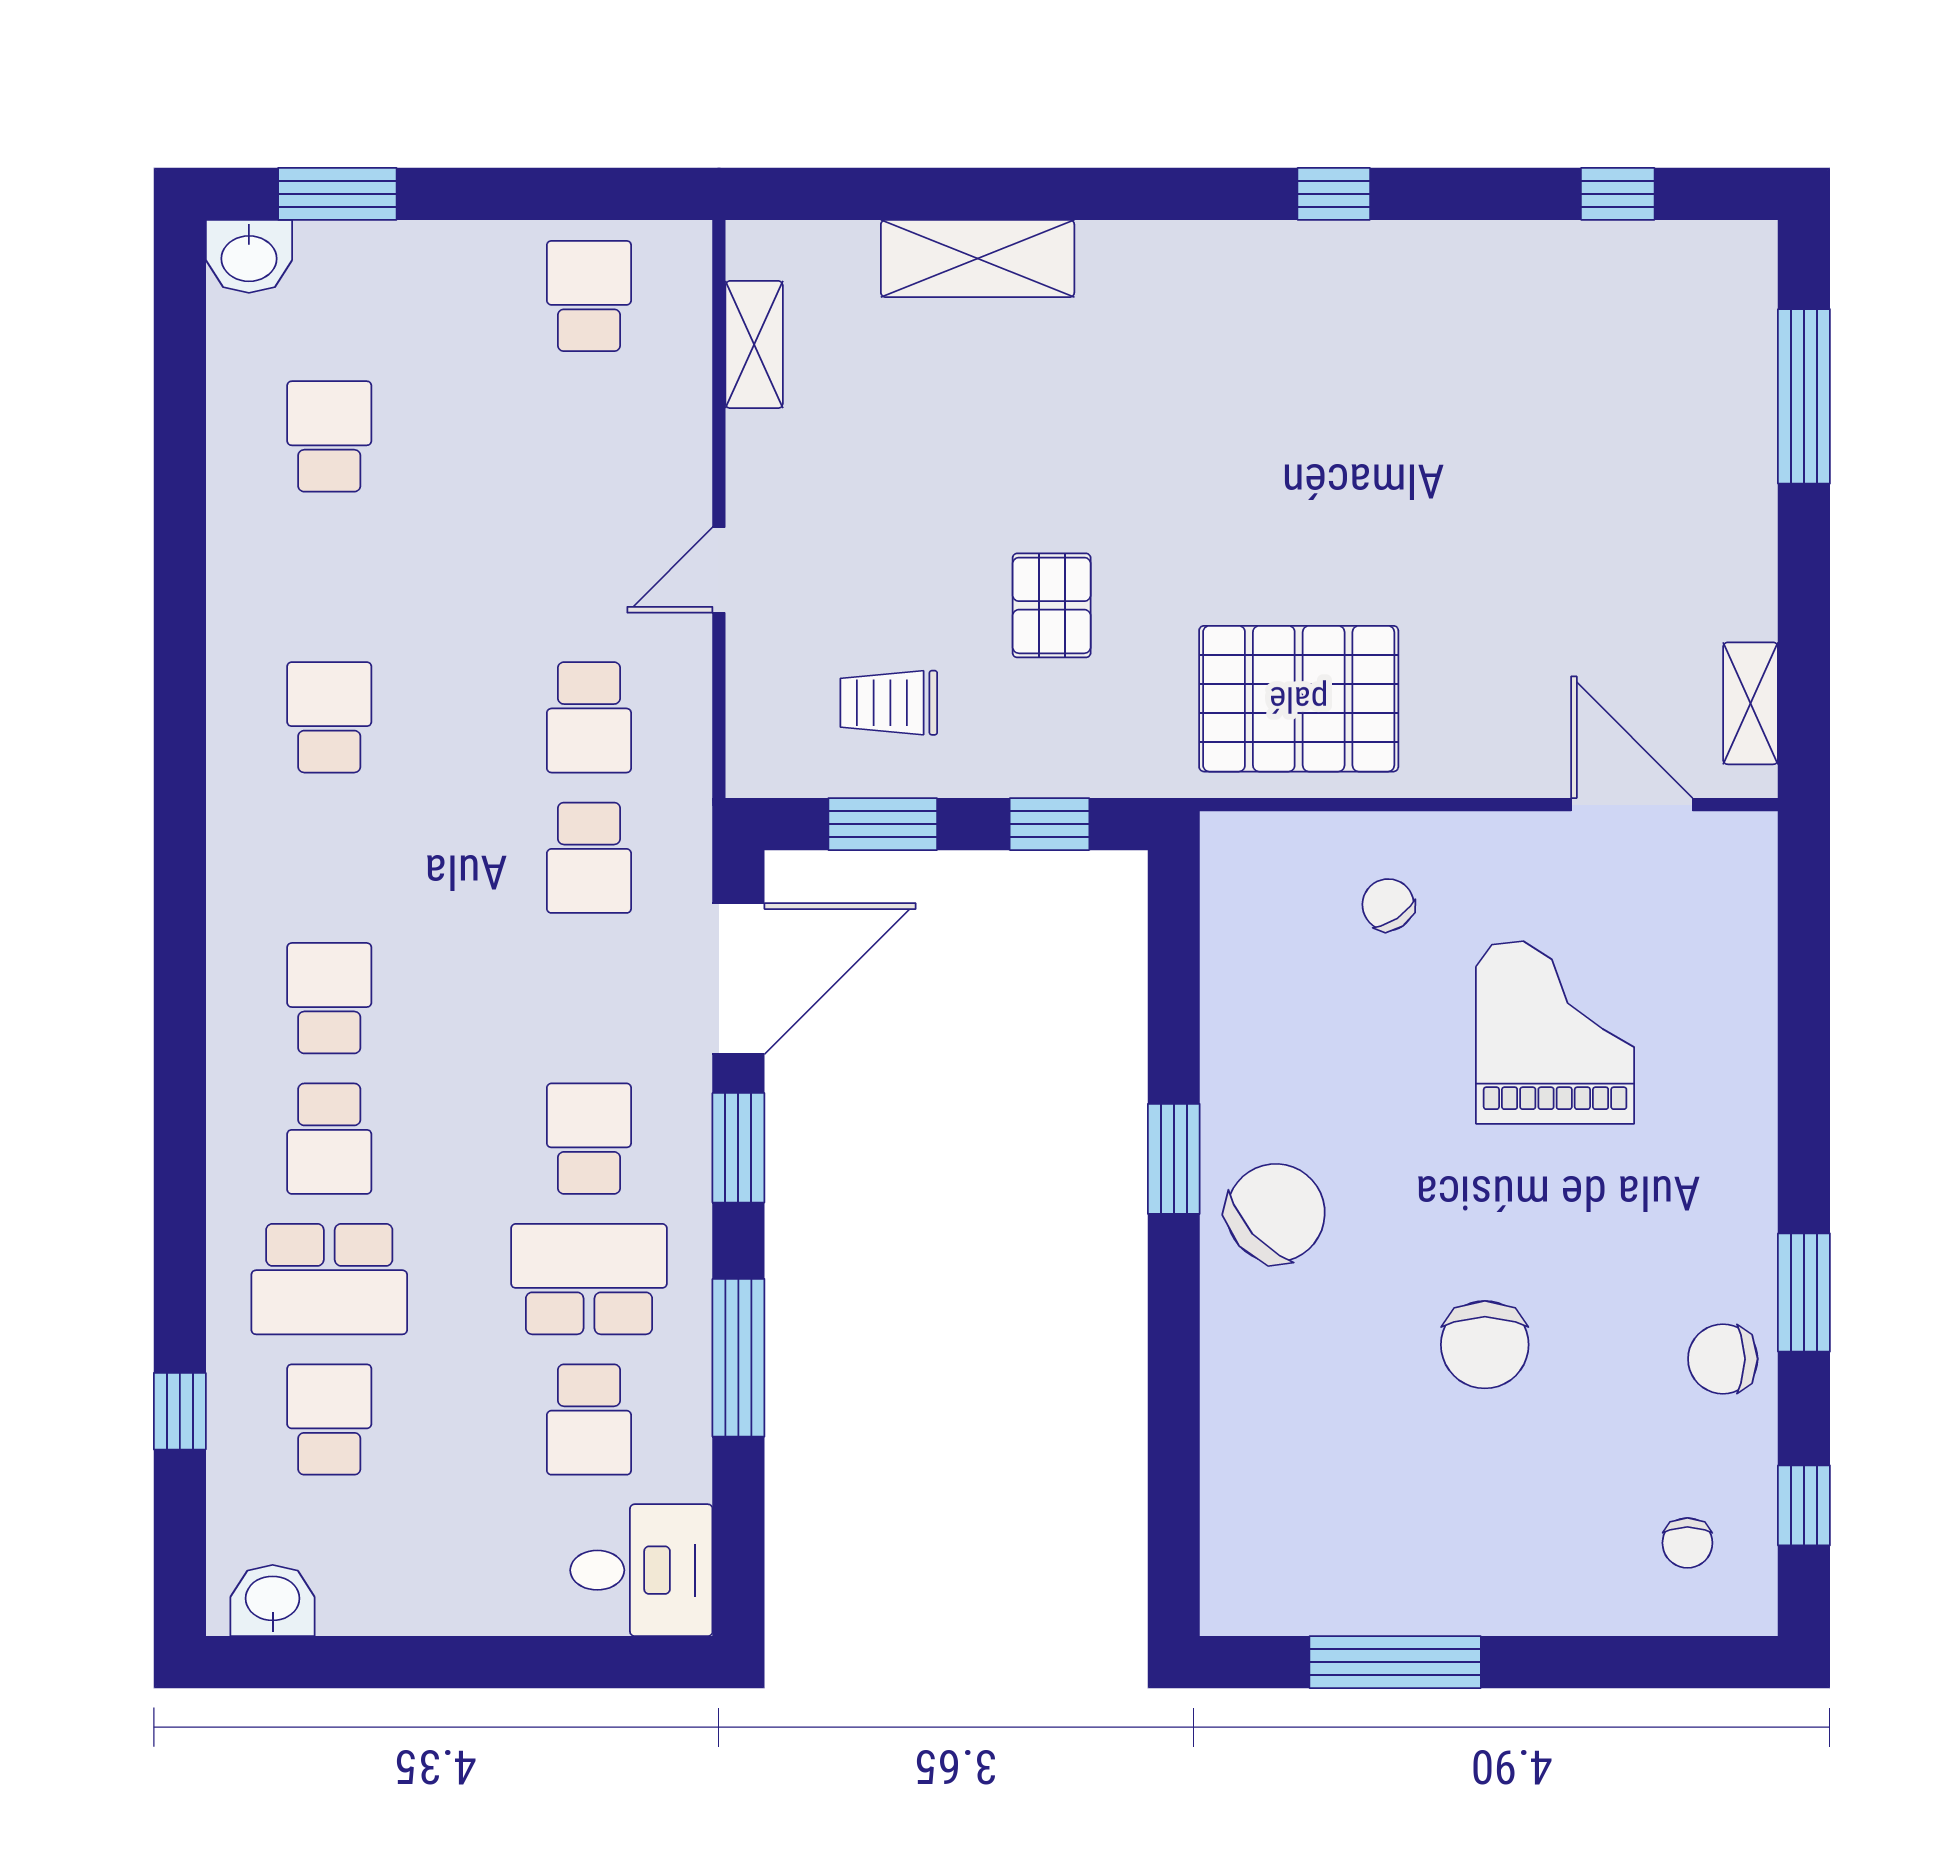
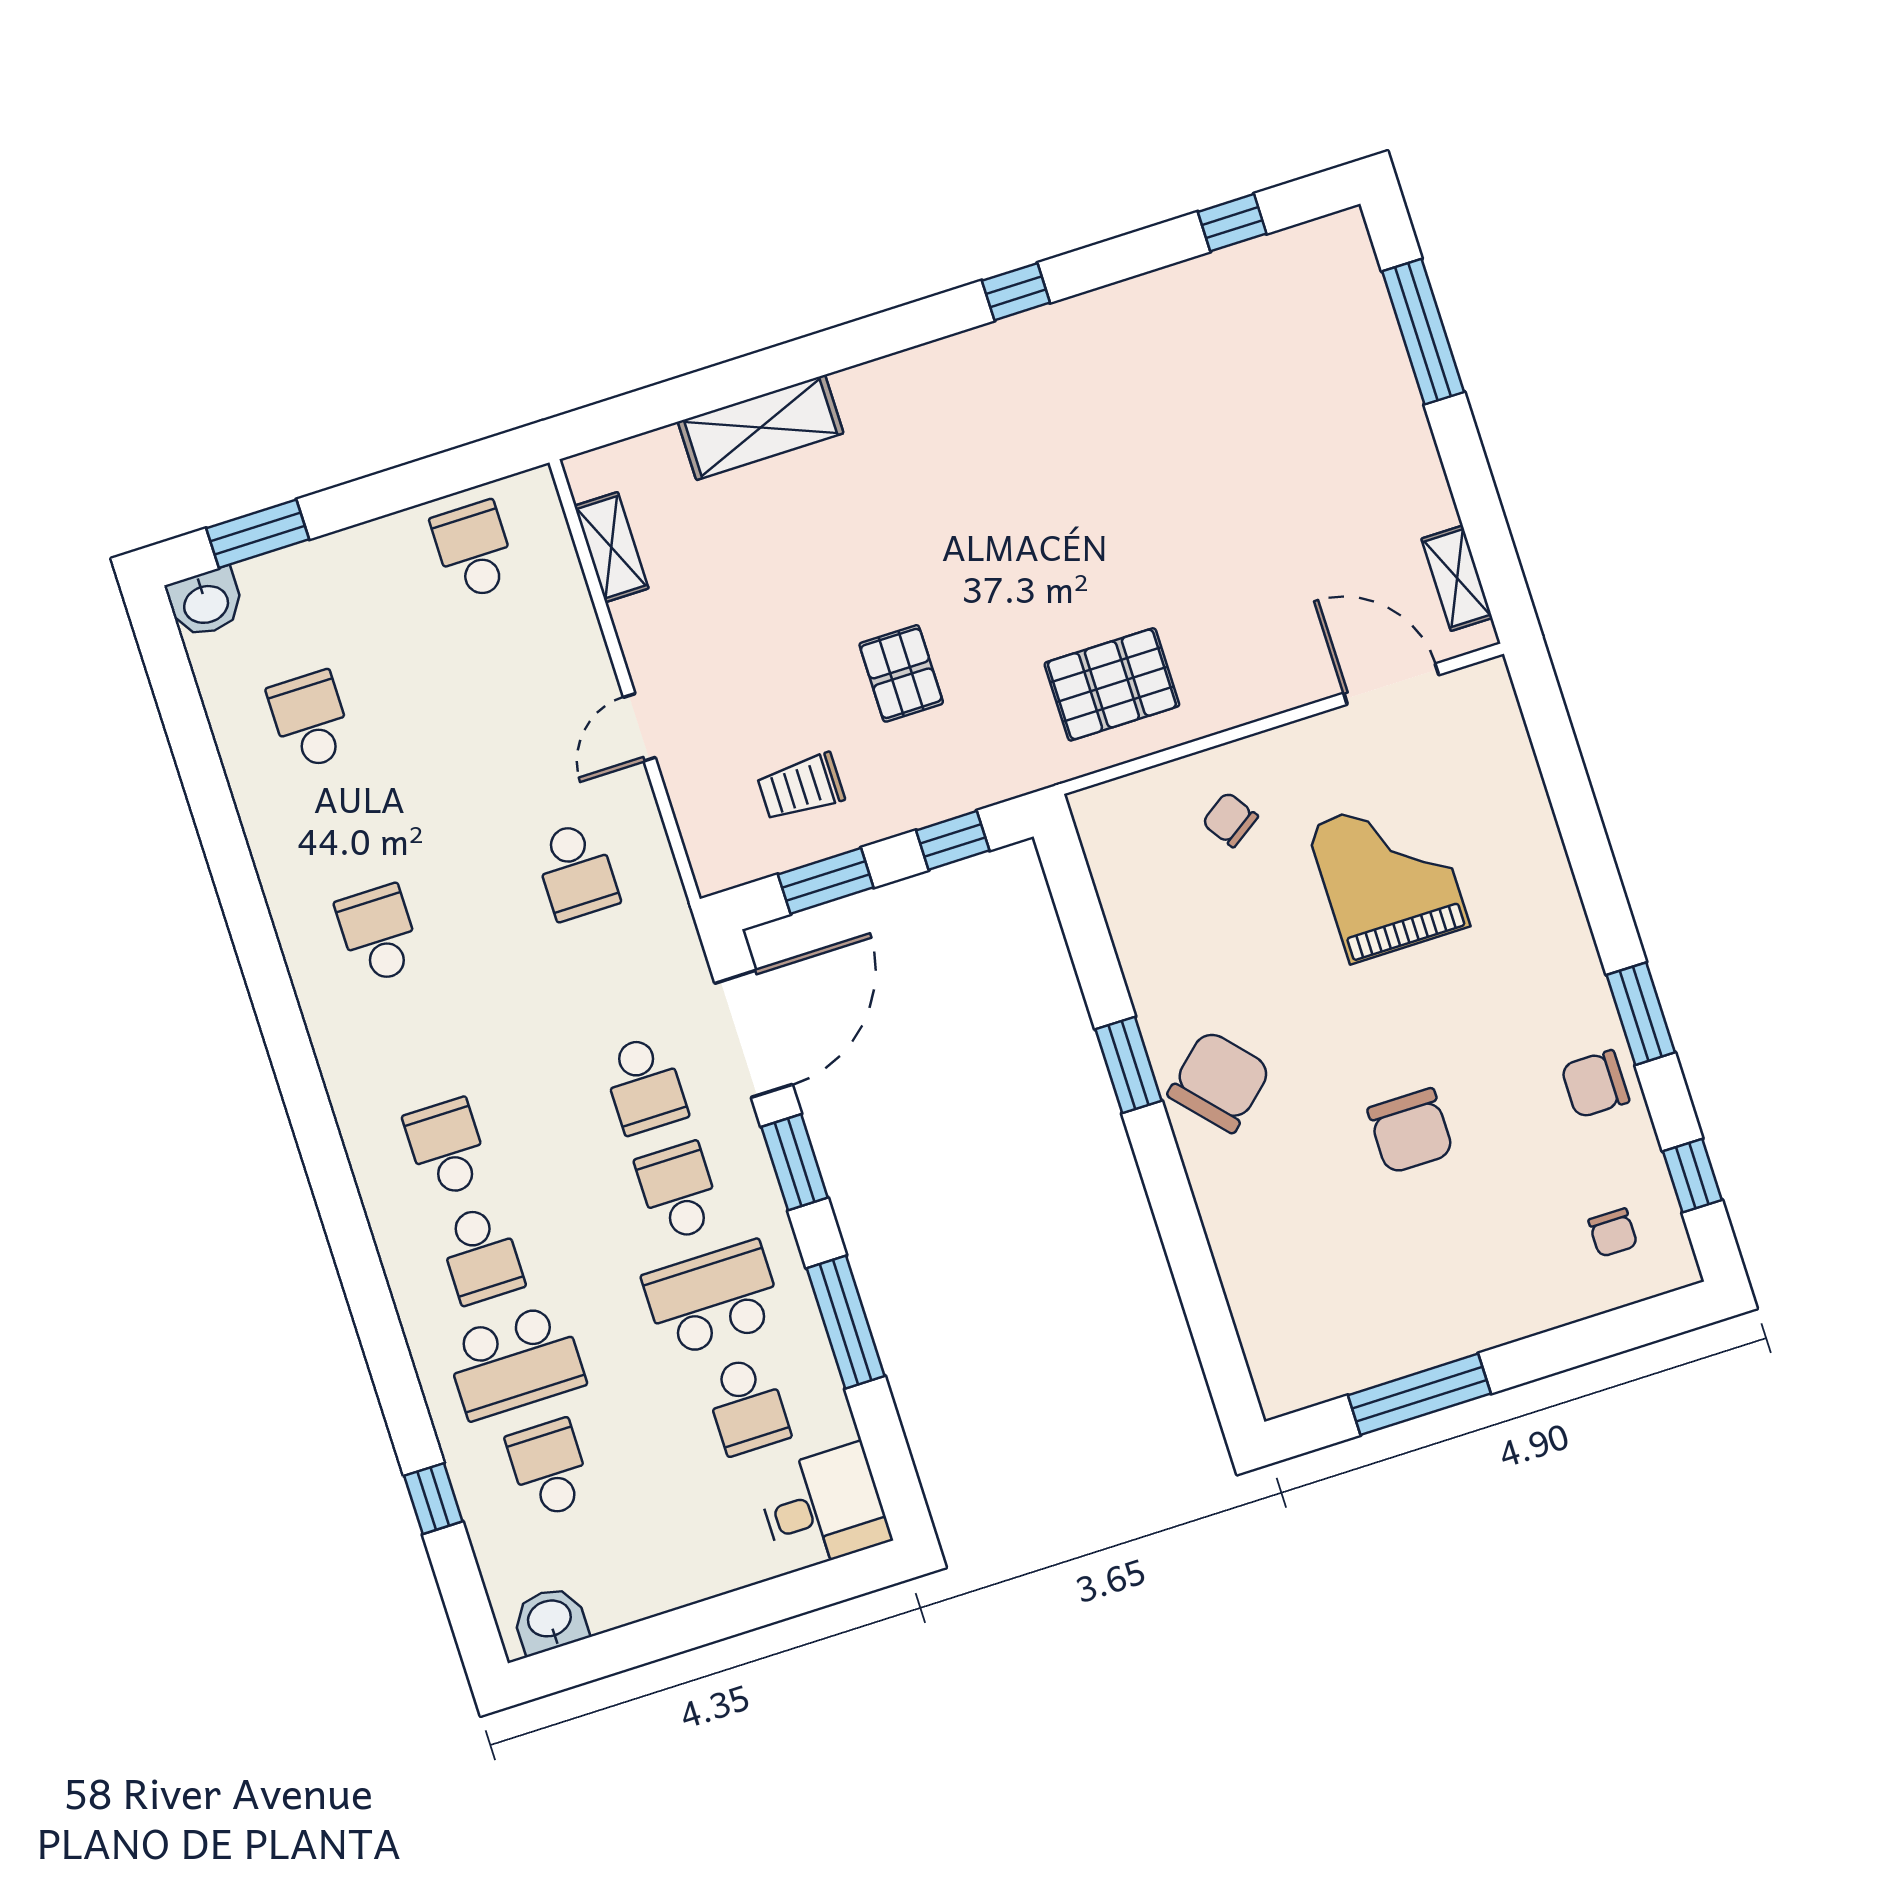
pallet: (1299, 699) -> (1112, 684), width x0.73, depth x0.71
school desk: (589, 858) -> (644, 1085), moved

